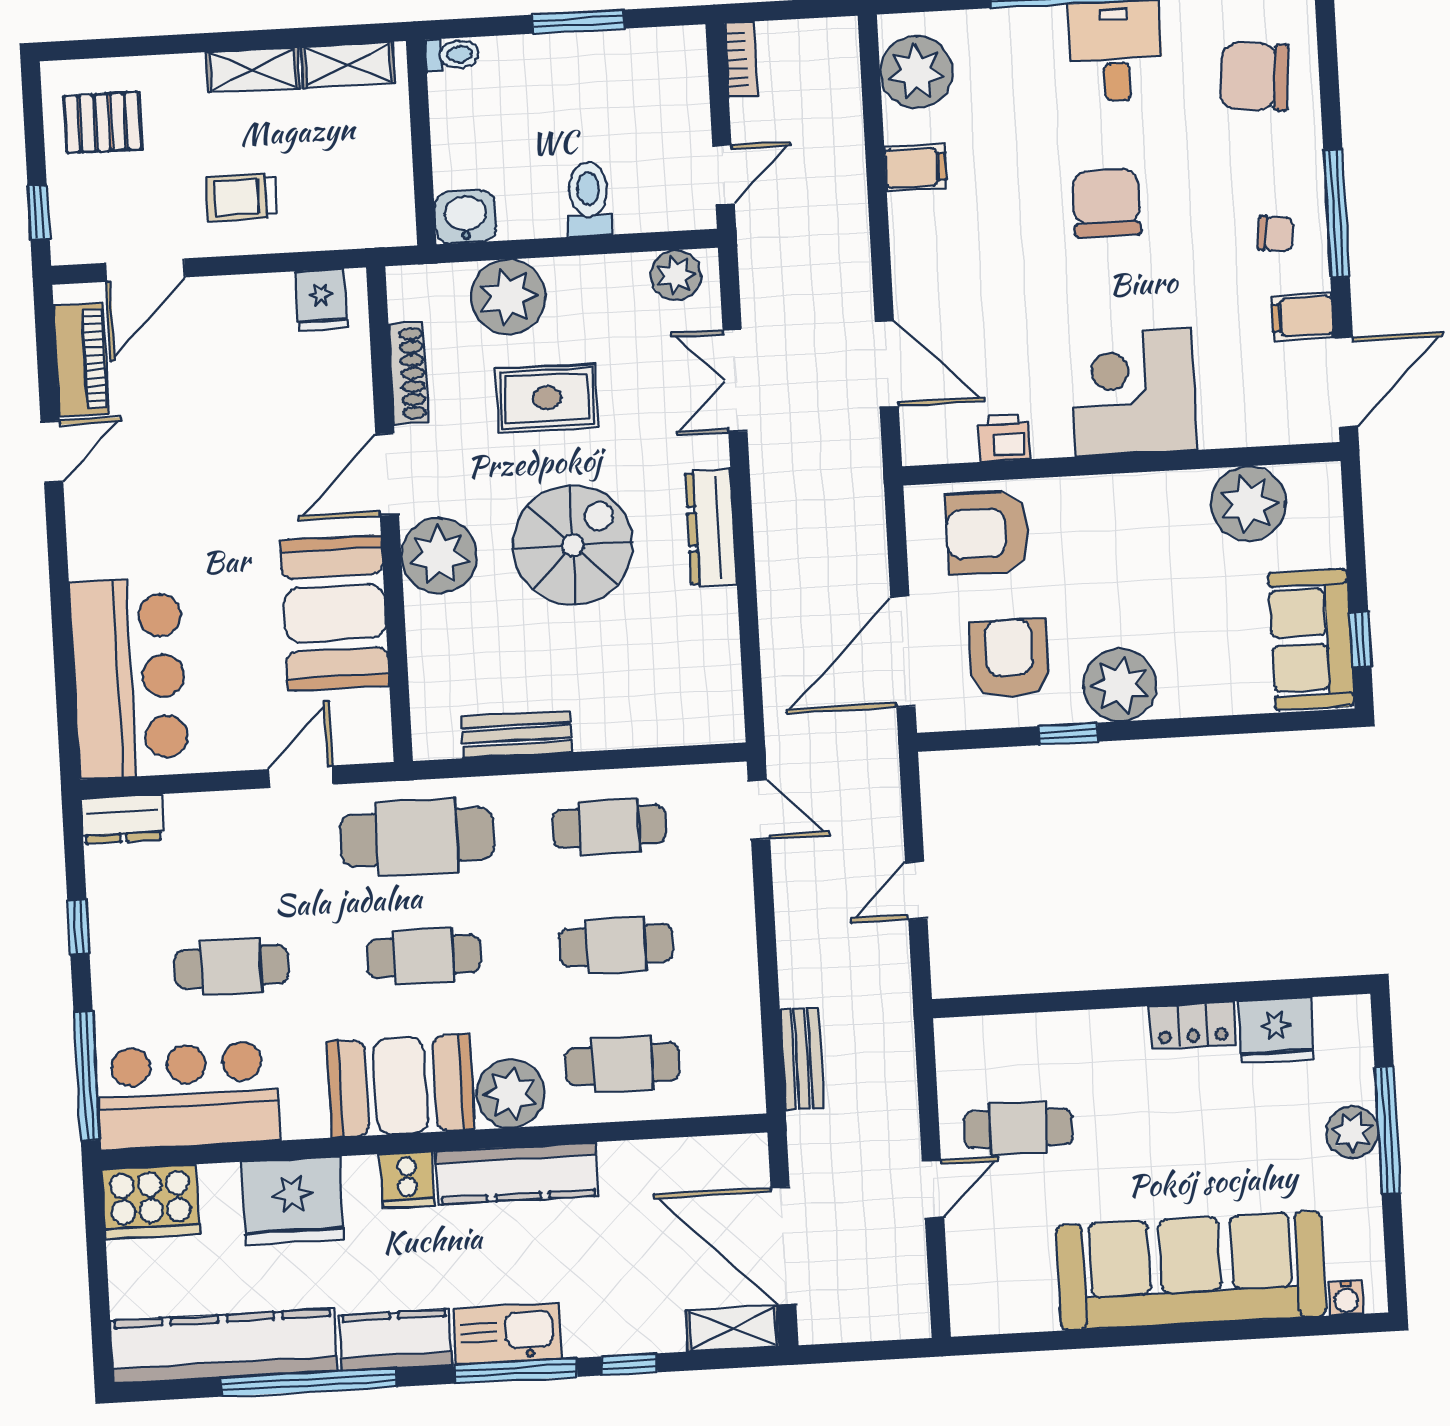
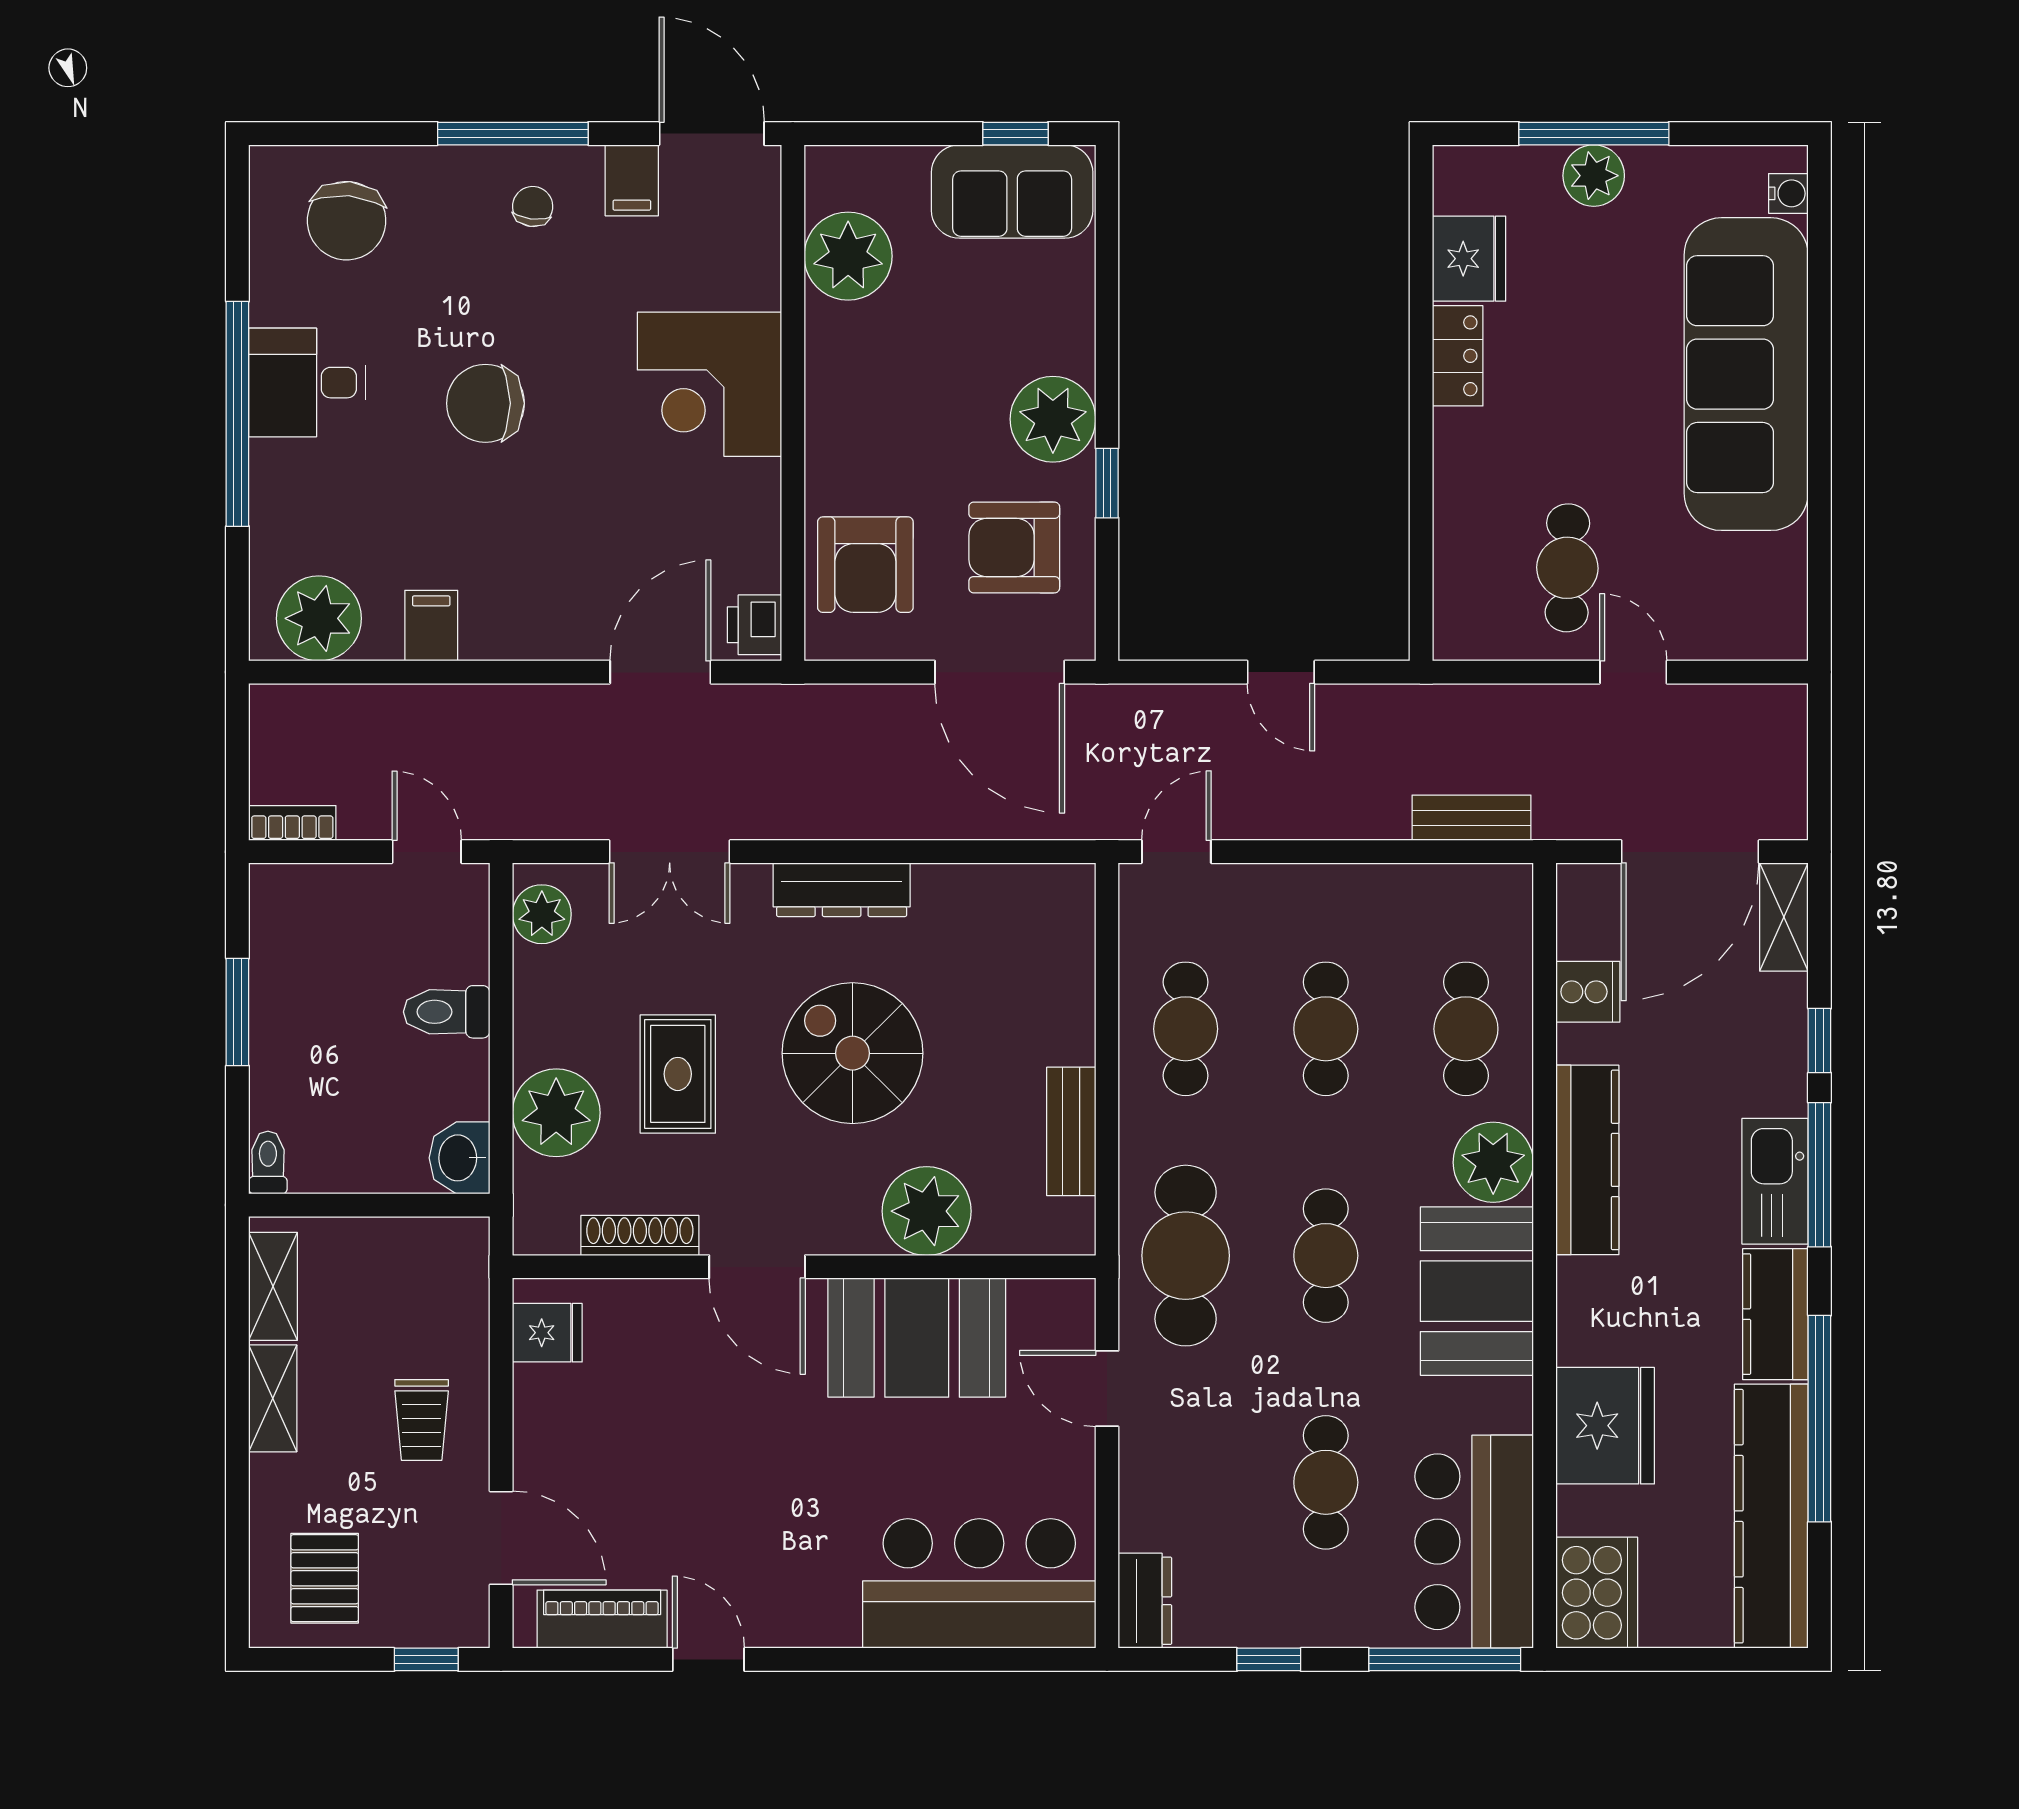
printer: (1004, 438) -> (754, 625), moved
plant: (439, 556) -> (927, 1211), moved
cooker: (407, 1180) -> (1588, 992), moved

